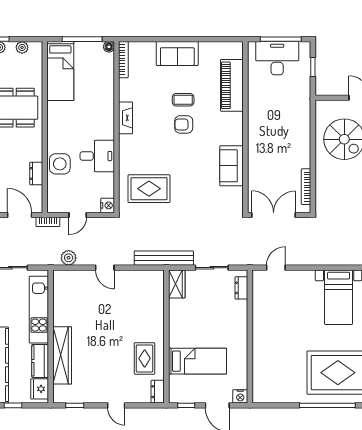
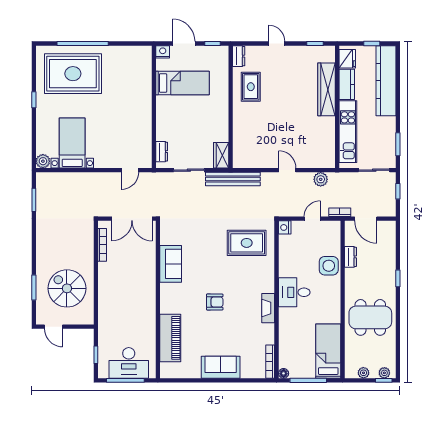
coffee table: (183, 100) -> (215, 325), removed
desk: (97, 156) -> (294, 292), moved
bed: (197, 361) -> (183, 83), moved, turned 180

